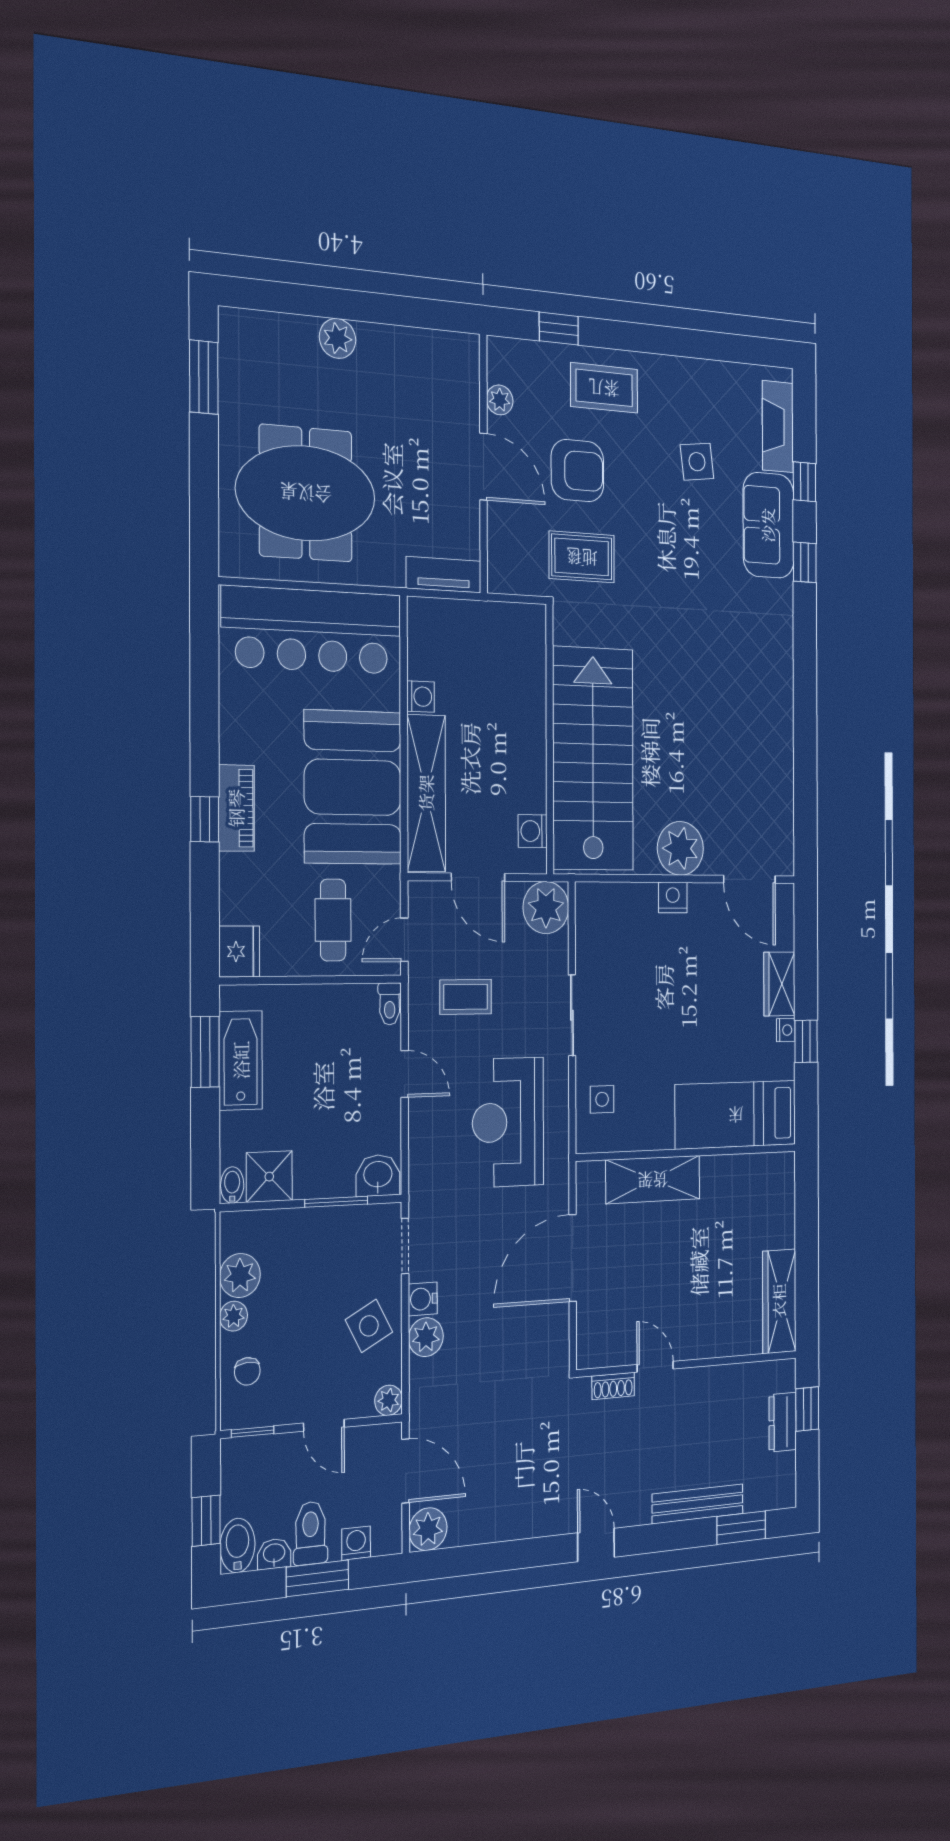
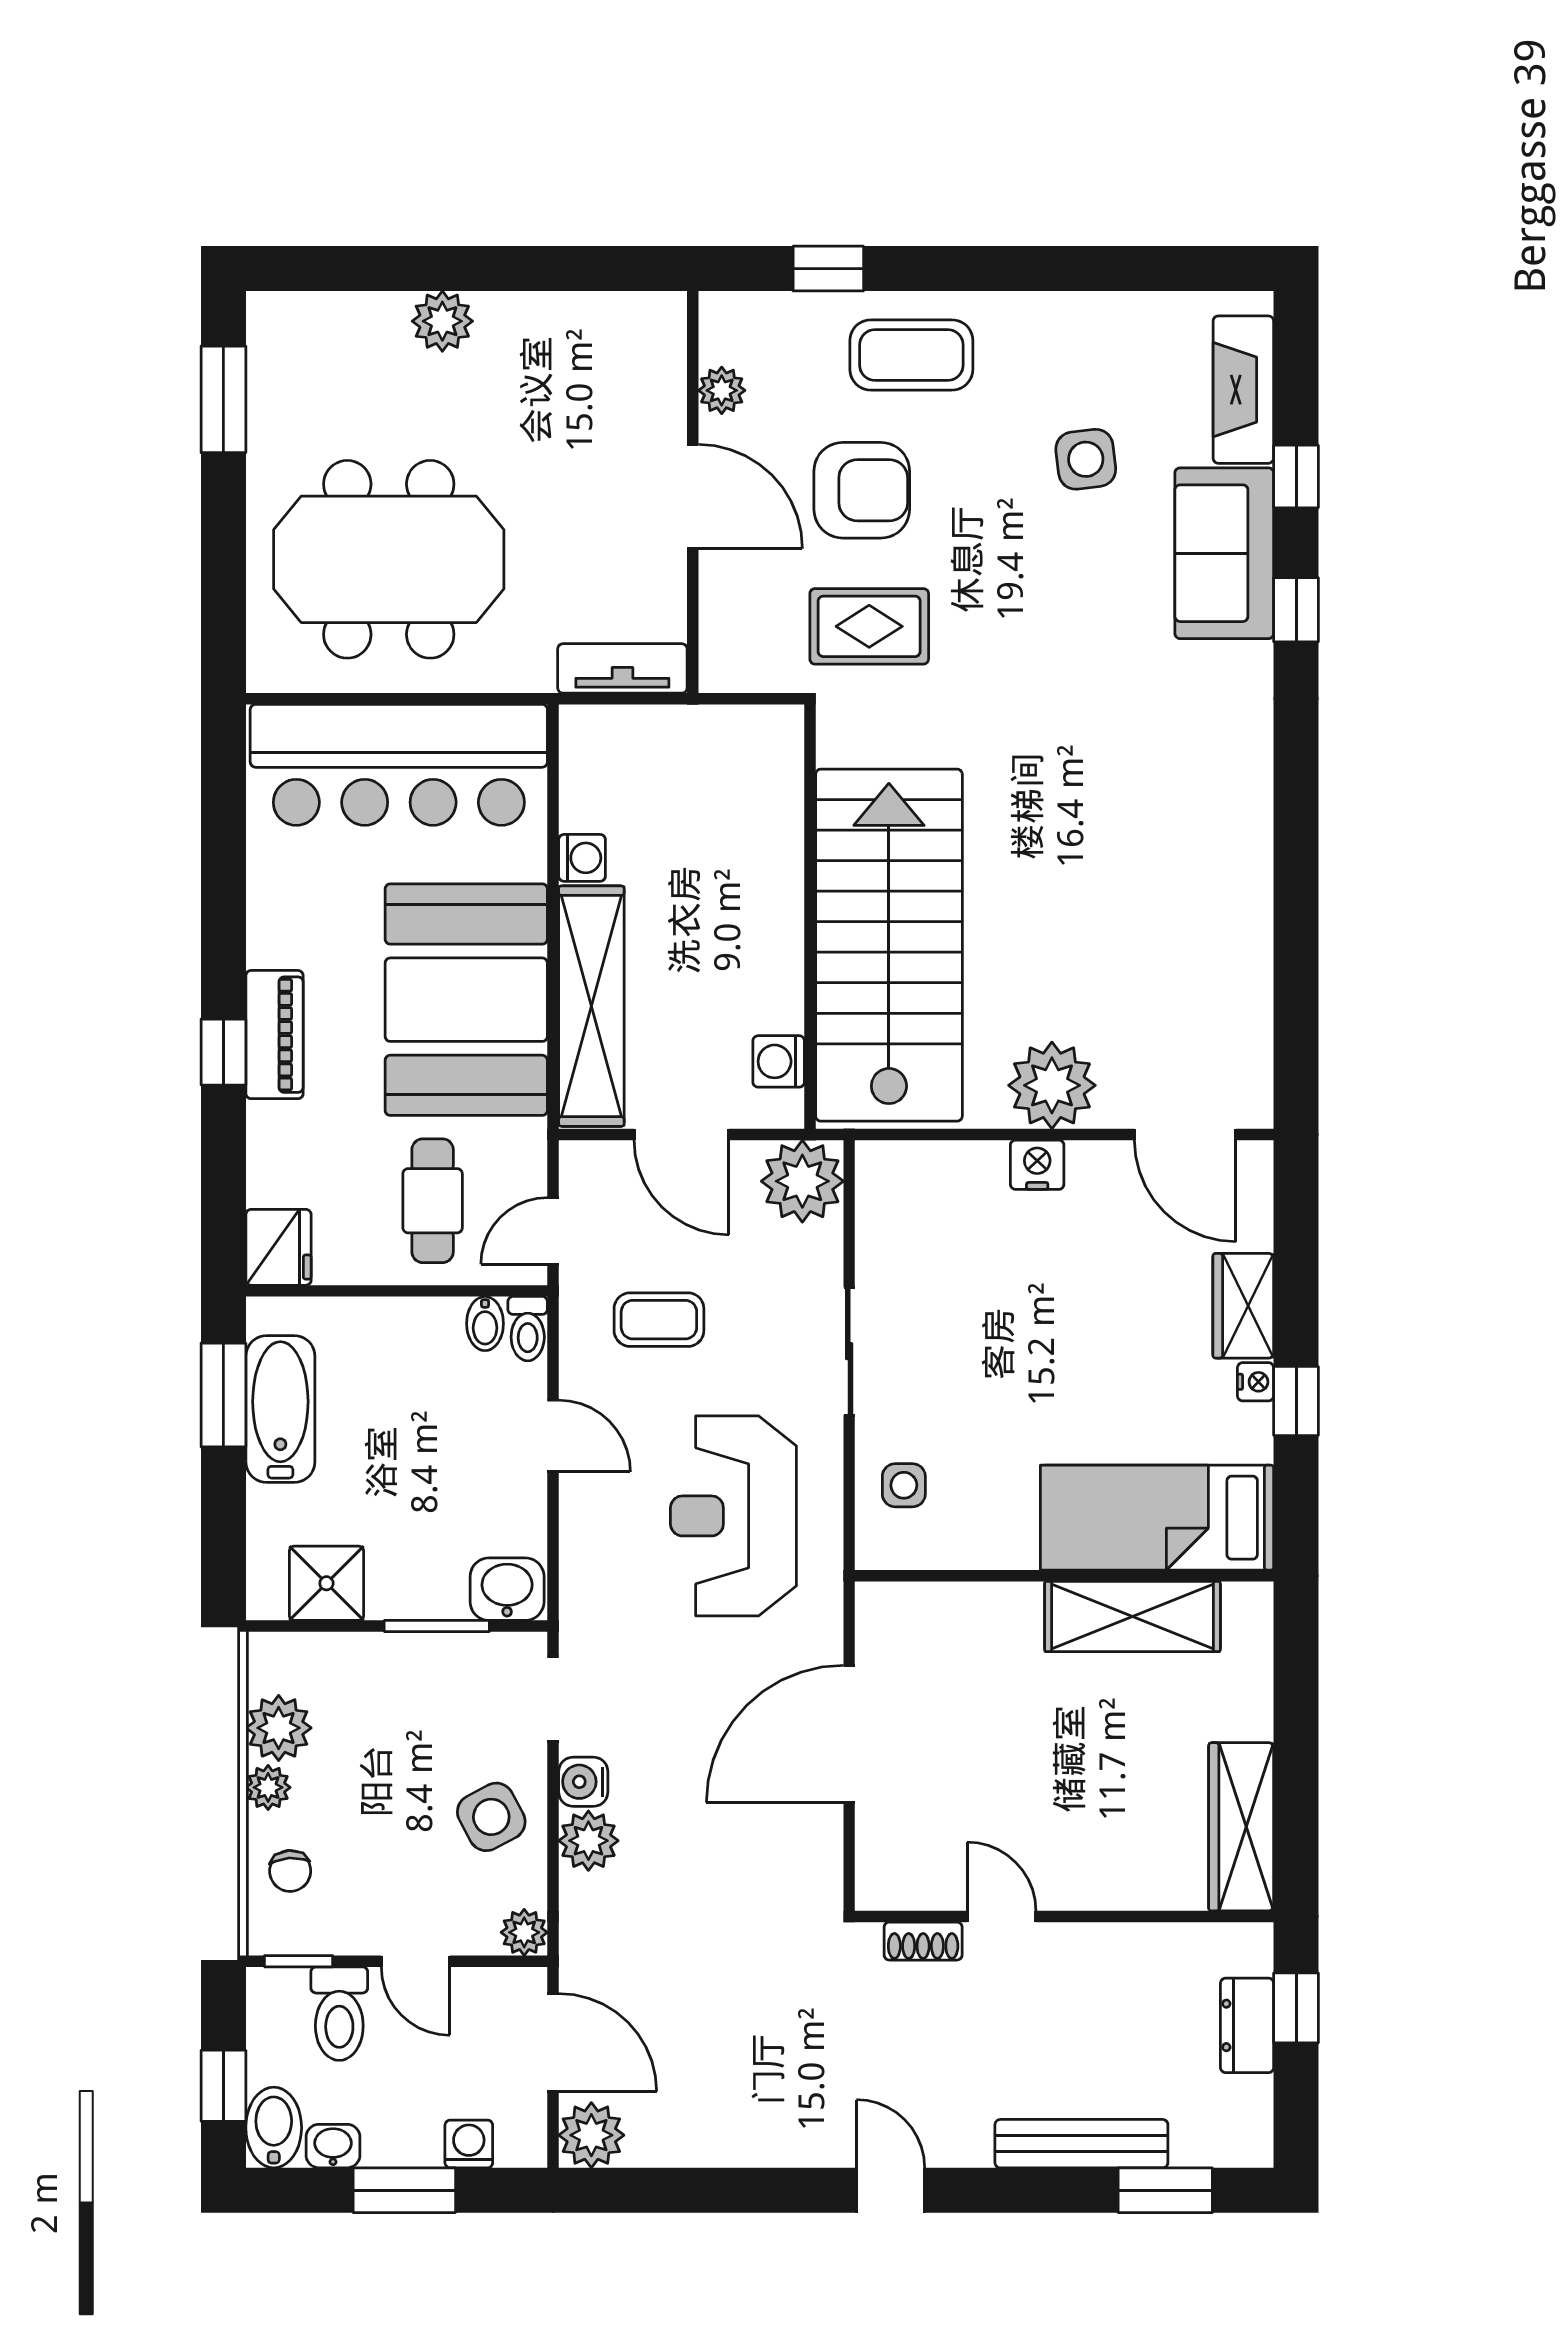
shelving: (653, 1180) -> (1132, 1617), moved
bidet: (232, 1185) -> (485, 1324), moved, turned 180
toilet: (311, 1533) -> (339, 2014), moved, turned 180

